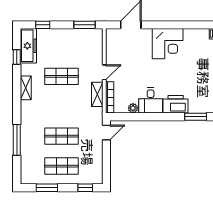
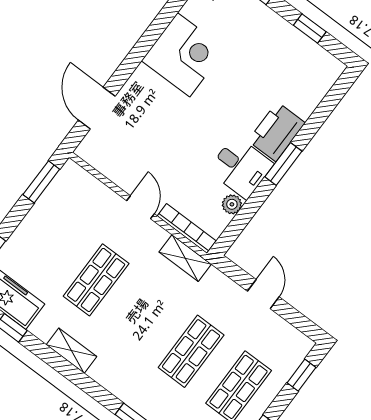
corner desk: (168, 44) -> (183, 55), moved
shelving: (97, 94) -> (185, 258), moved
window: (196, 117) -> (283, 164), moved
door: (106, 132) -> (263, 294), moved

